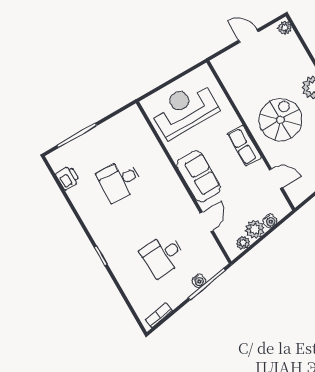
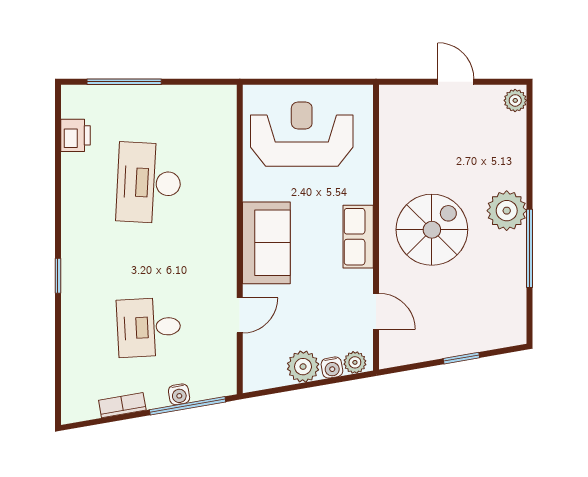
desk: (120, 180) -> (149, 183), width x1.37
plant: (243, 243) -> (355, 362), moved
bookcase: (159, 315) -> (122, 405), moved

